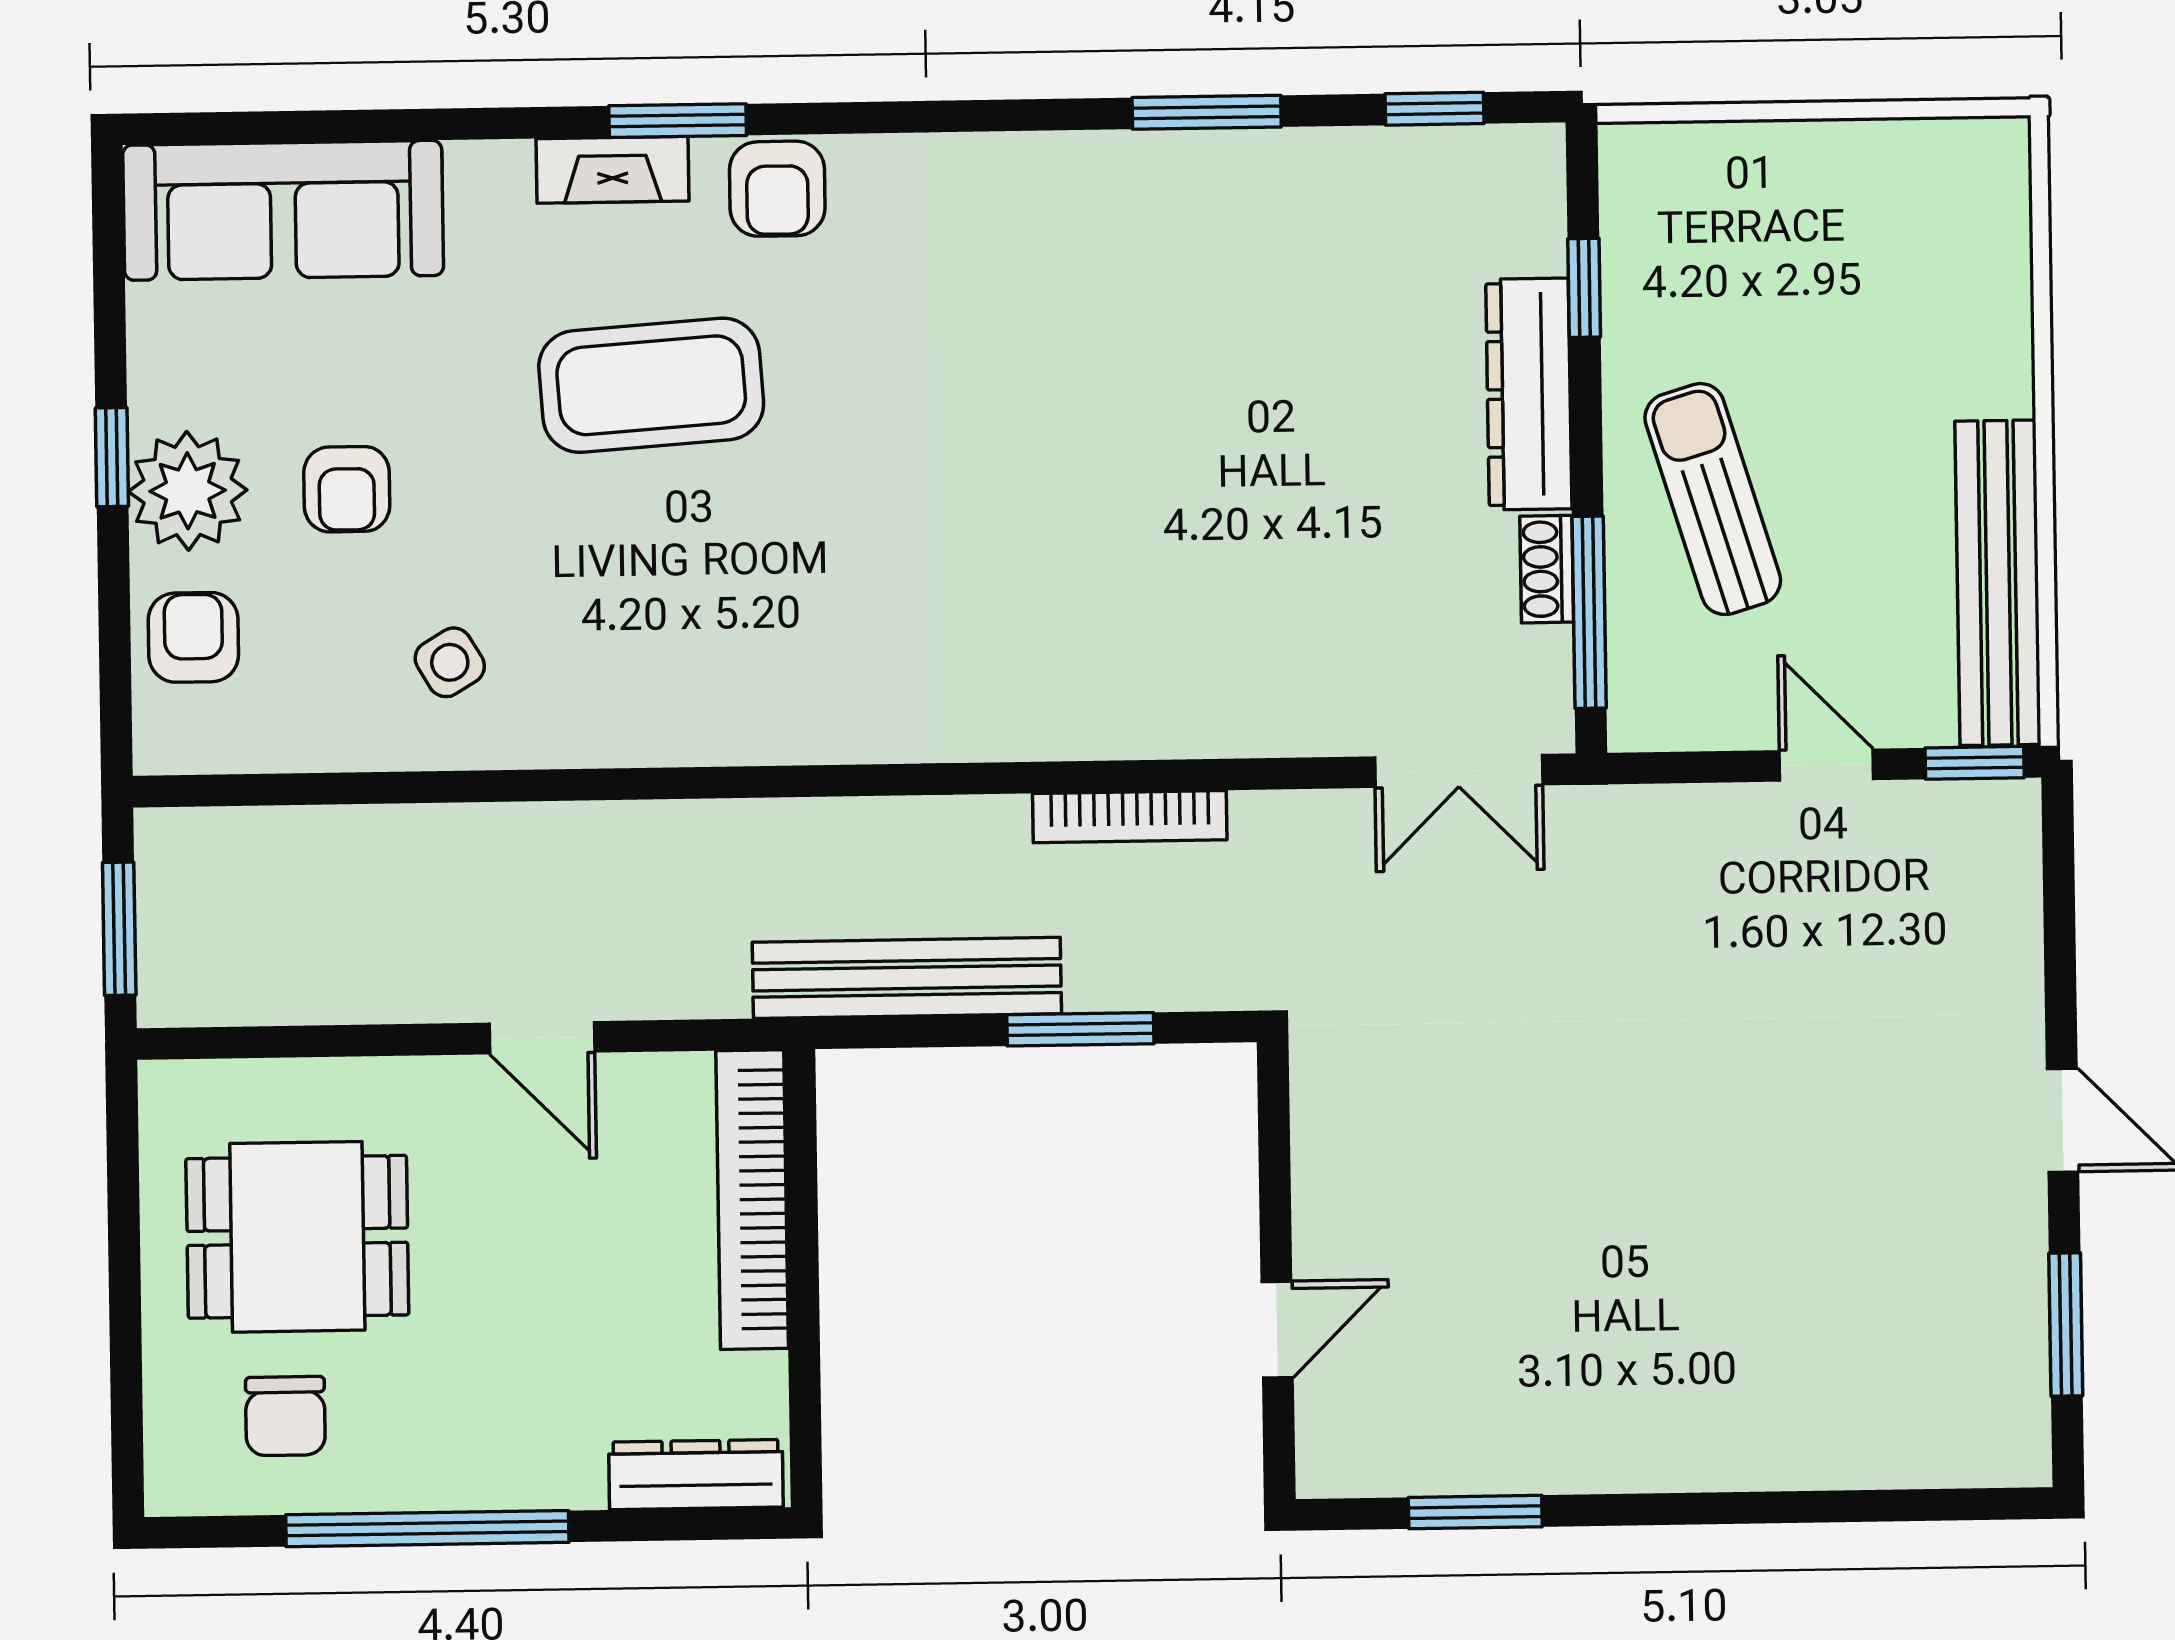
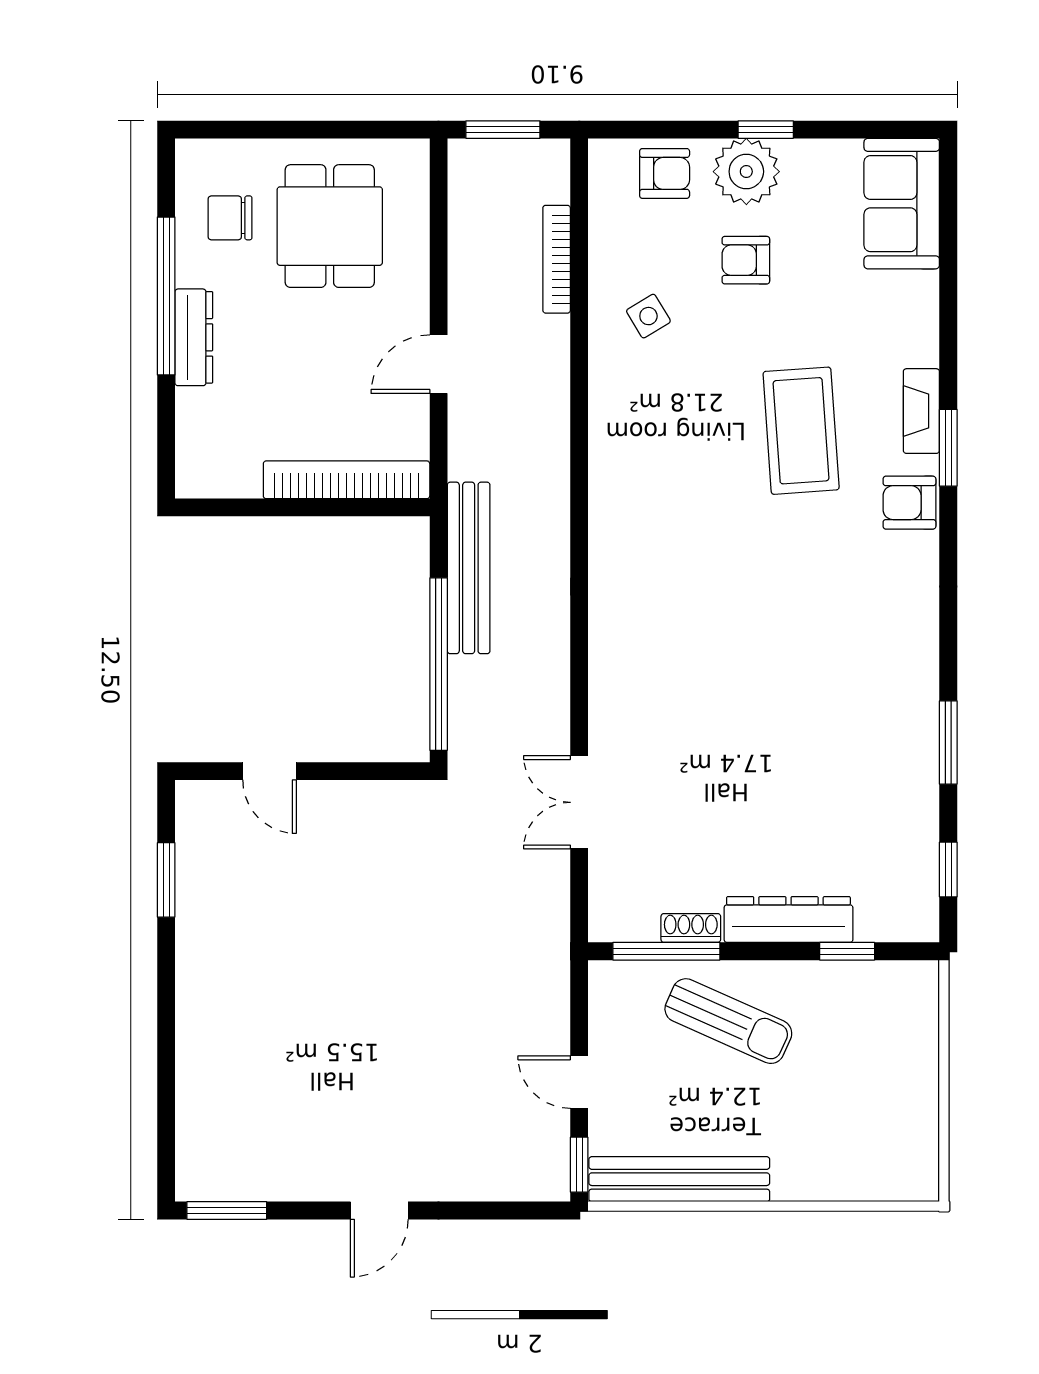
sofa: (283, 210) -> (902, 204), width x0.73
sun lounger: (1713, 499) -> (728, 1021), turned 41
door: (1826, 765) -> (579, 1082), swing flipped
double door: (1459, 771) -> (579, 802), moved
bookcase: (1130, 817) -> (557, 259), moved
window: (1080, 1029) -> (439, 664), width x2.11
window: (2066, 1324) -> (227, 1211), moved
dresser: (696, 1475) -> (194, 337), moved

